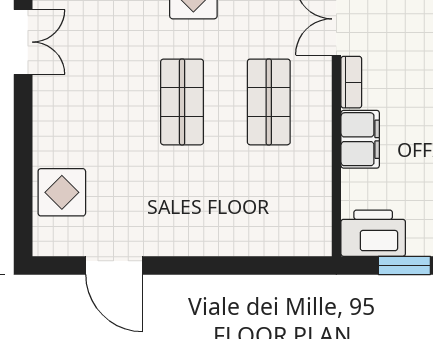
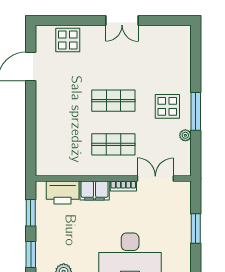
double door: (23, 42) -> (122, 20), moved
printer: (373, 233) -> (63, 192), moved, turned 90

